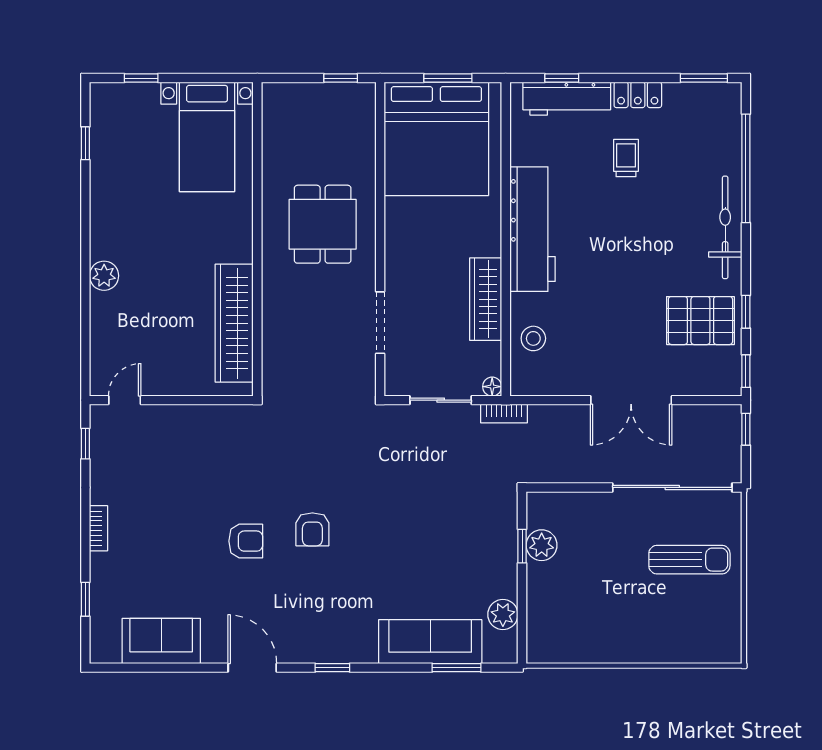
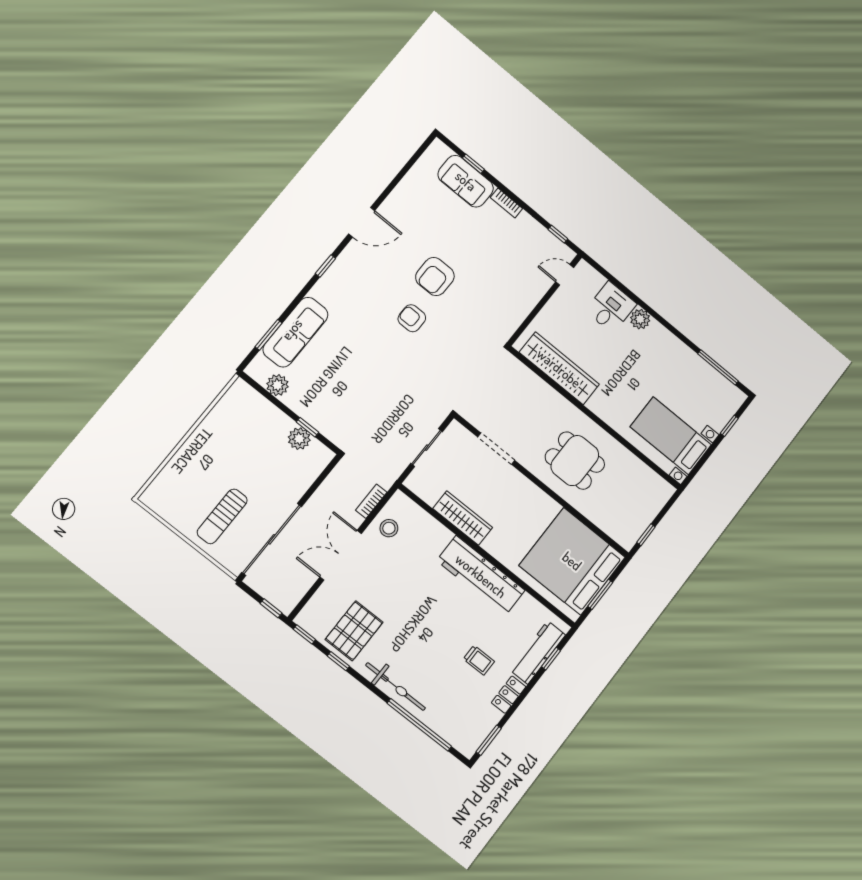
window: (85, 143) -> (718, 367), width x2.17
desk: (118, 319) -> (611, 307), added
stool: (533, 338) -> (389, 528), moved
floor lamp: (492, 387) -> (411, 483), removed
door: (125, 400) -> (565, 275), swing flipped
bookcase: (504, 414) -> (371, 501), moved
armchair: (246, 541) -> (435, 277), width x1.38, depth x1.38
sofa: (161, 641) -> (466, 181), moved, turned 90

